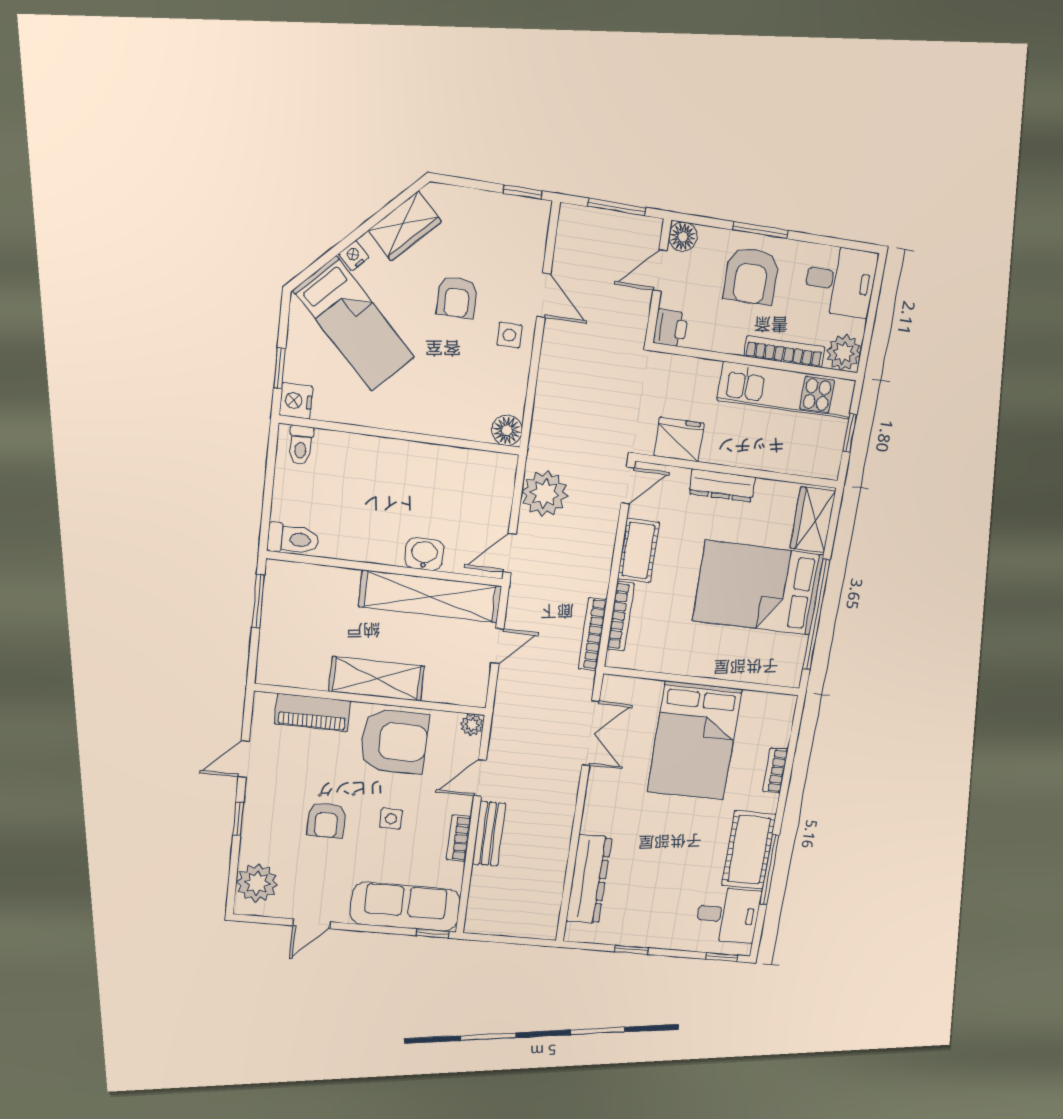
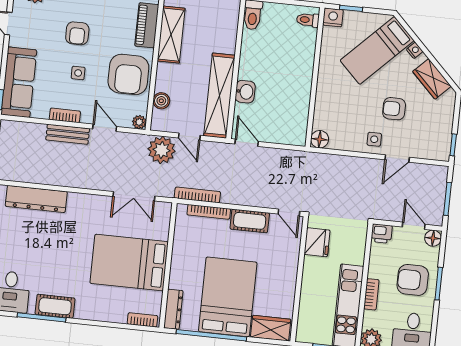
bookcase: (784, 351) -> (371, 294), width x0.64
dresser: (722, 486) -> (173, 309), moved, turned 180
plant: (545, 494) -> (162, 150), moved
shelving: (377, 679) -> (171, 35), moved
boiler: (438, 690) -> (161, 101), added
bookcase: (775, 771) -> (142, 320), moved
armchair: (327, 820) -> (77, 33), turned -90
cot: (749, 850) -> (55, 306), width x0.73, depth x0.75

